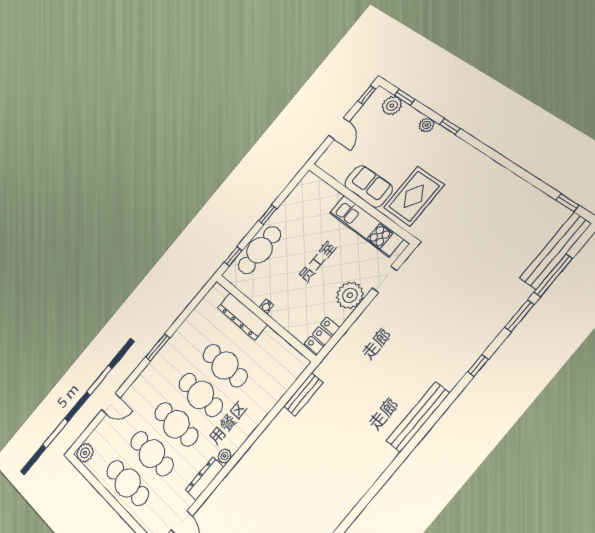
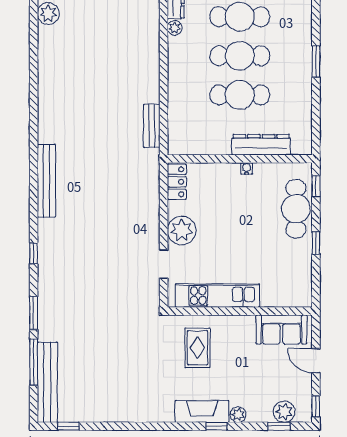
fireplace: (451, 145) -> (202, 411), added
sofa: (369, 186) -> (281, 329), moved
rug: (414, 196) -> (197, 348), width x0.73, depth x0.70

